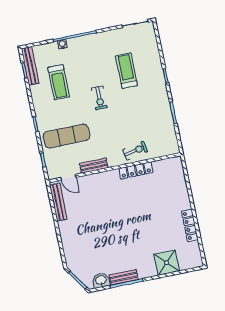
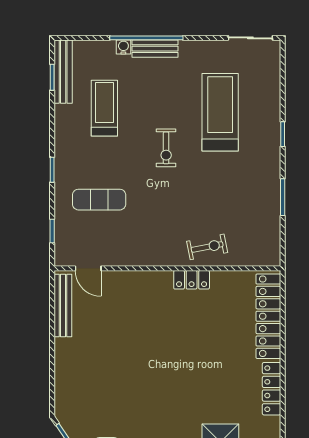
treadmill: (127, 71) -> (220, 112), width x1.37, depth x1.38
treadmill: (59, 82) -> (104, 108), turned 180
exercise mat: (67, 136) -> (99, 200), width x0.73, depth x0.69
bench: (94, 166) -> (155, 49), moved
locker: (136, 170) -> (192, 280), width x0.66
locker: (179, 184) -> (268, 316), added

